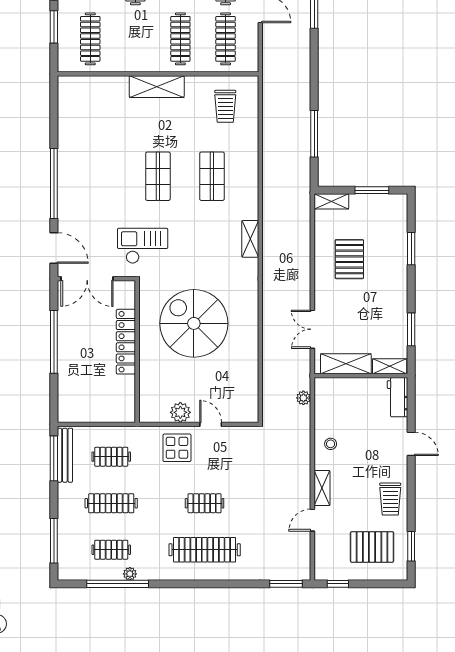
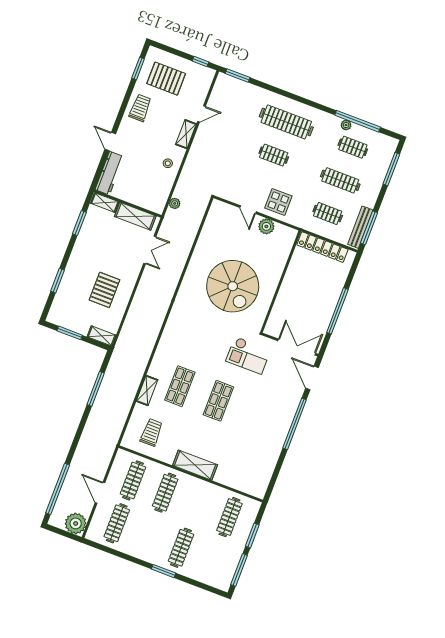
shelving: (250, 239) -> (147, 391), moved
locker: (126, 342) -> (322, 247), moved, turned 90
workbench: (398, 397) -> (109, 173), width x1.38

